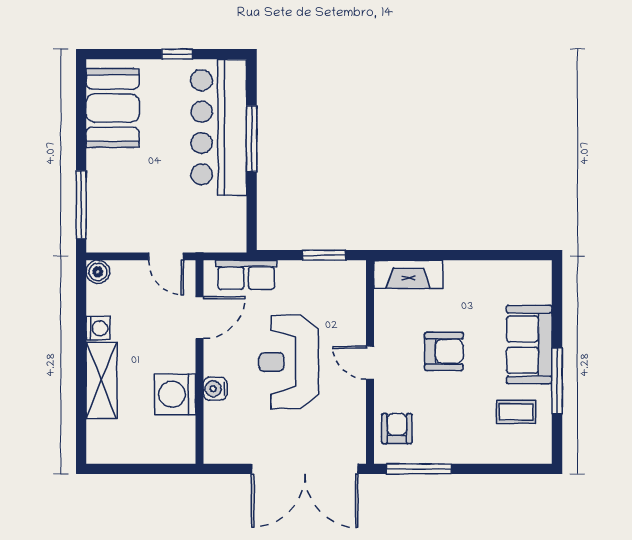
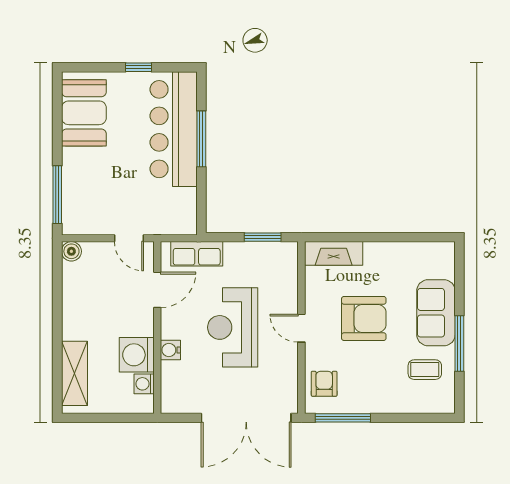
washing machine: (98, 328) -> (144, 384), moved, turned 180
armchair: (444, 351) -> (364, 318), width x1.36, depth x1.36
shelving: (102, 380) -> (75, 373), moved

